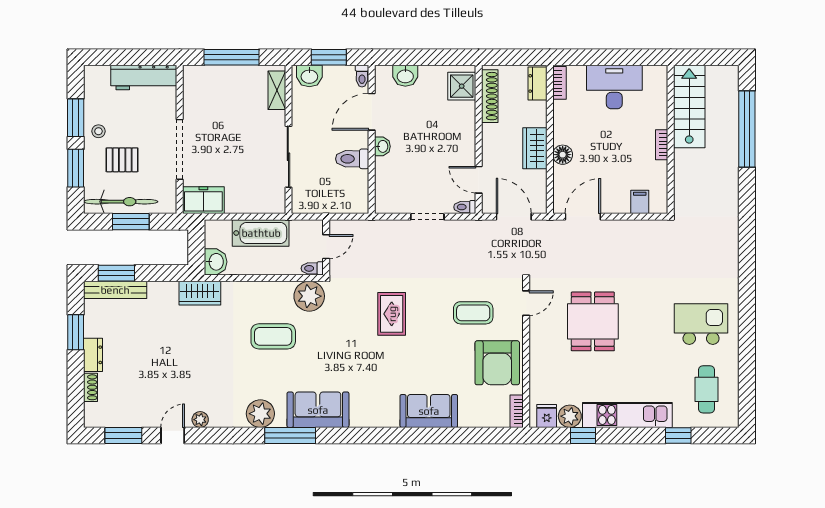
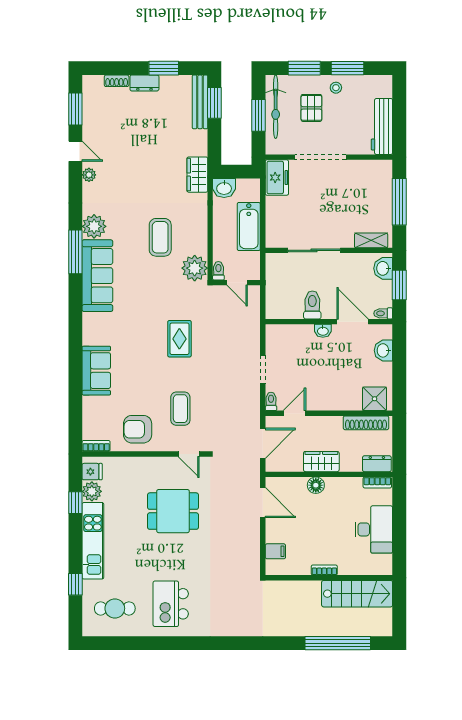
rug: (392, 314) -> (179, 339), turned 90
kitchen island: (701, 324) -> (171, 604), turned 180
armchair: (497, 363) -> (138, 429), width x0.73, depth x0.73
sofa: (318, 410) -> (97, 276), width x1.36

